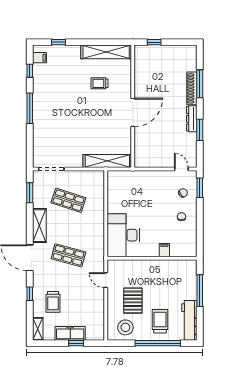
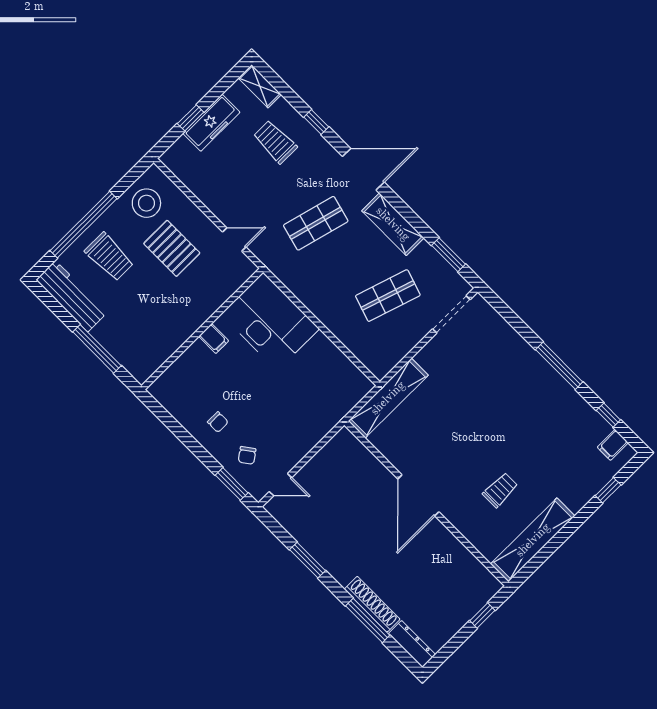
dresser: (192, 119) -> (412, 644), moved
filing cabinet: (164, 250) -> (214, 339), moved

